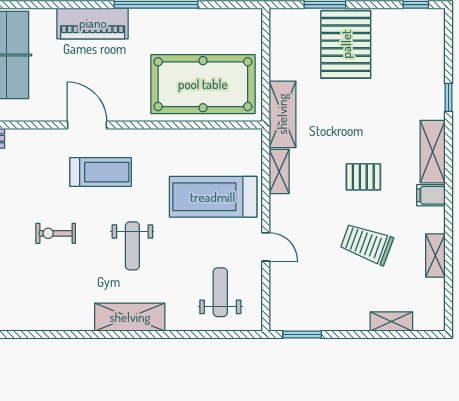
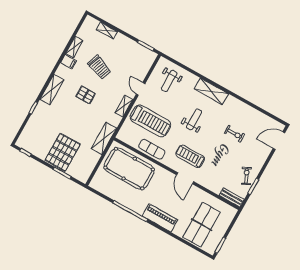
exercise mat: (180, 145) -> (152, 149), added
shelving: (279, 172) -> (124, 106), moved
filing cabinet: (431, 195) -> (68, 62), moved
exercise bike: (56, 233) -> (234, 134), moved

